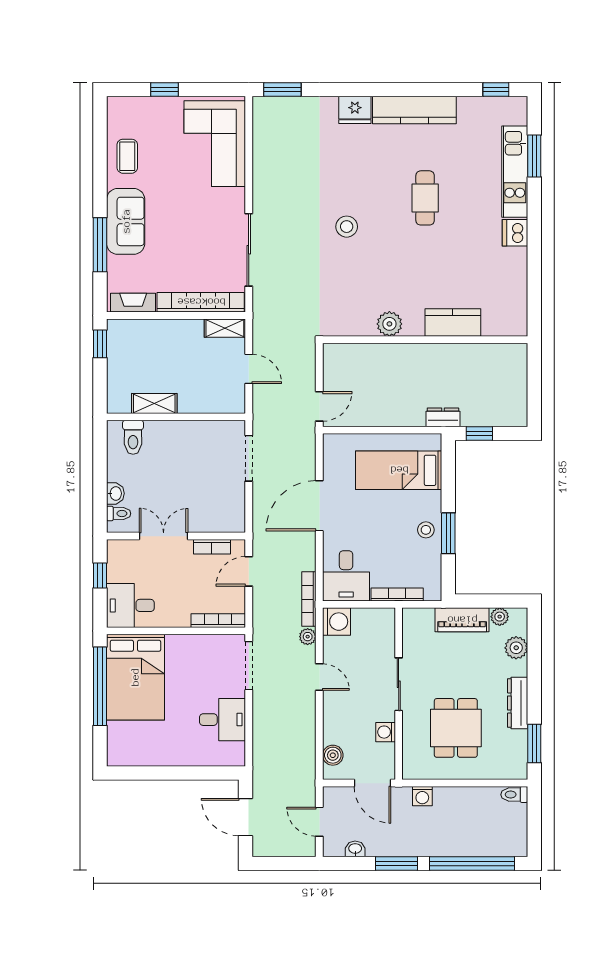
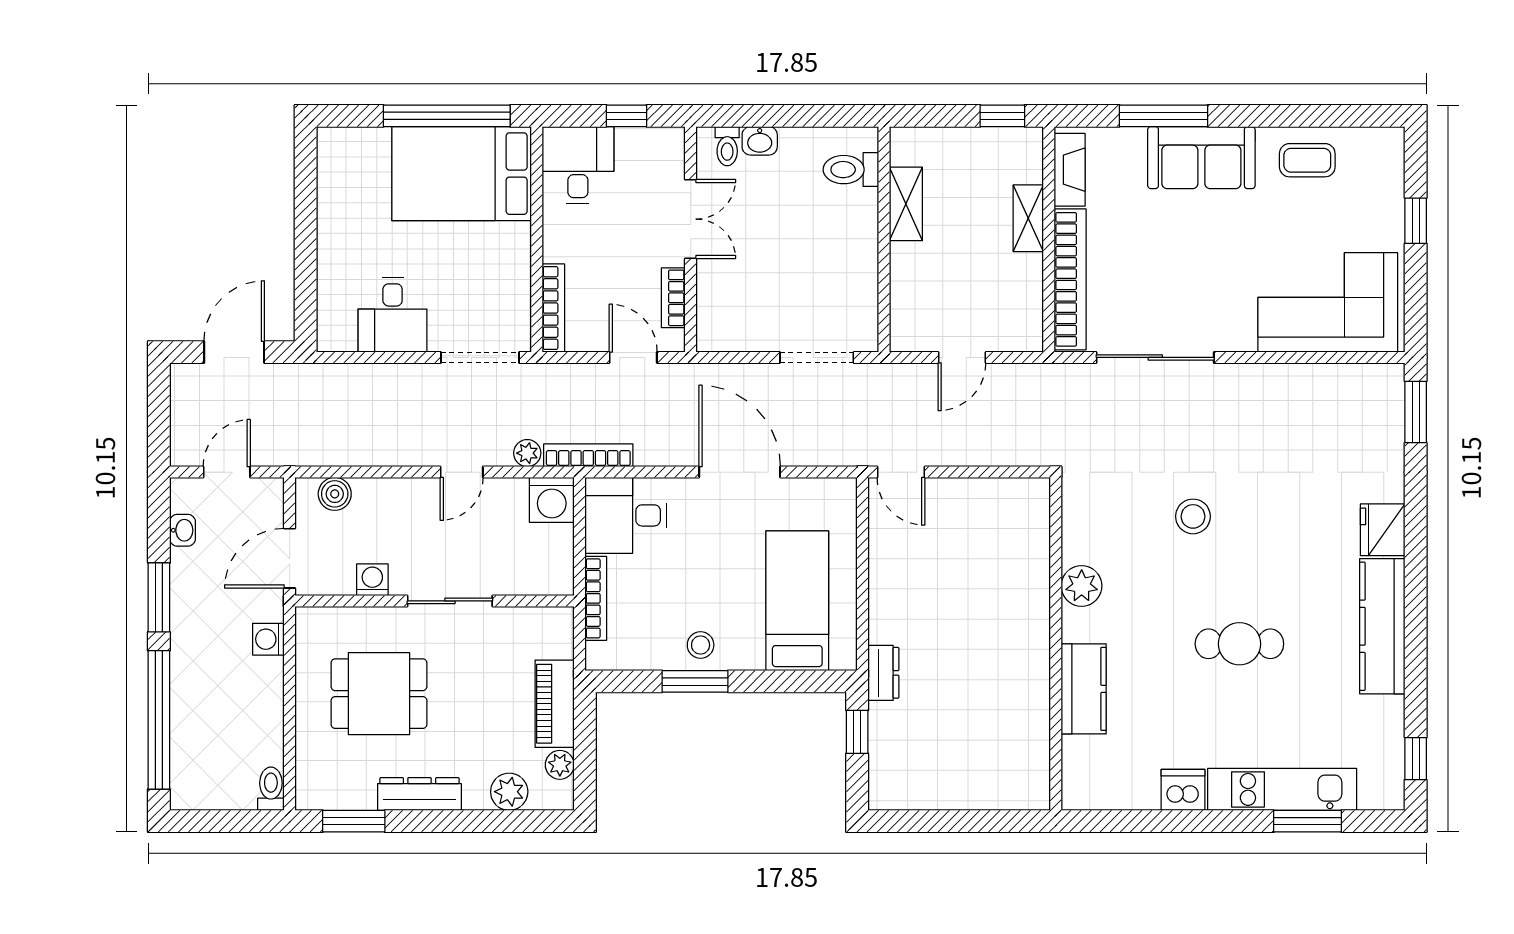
kitchen counter: (453, 323) -> (1084, 689), moved
plant: (389, 324) -> (1082, 586), moved
shelving: (225, 328) -> (1028, 218), moved
wall: (425, 340) -> (1056, 644), moved

